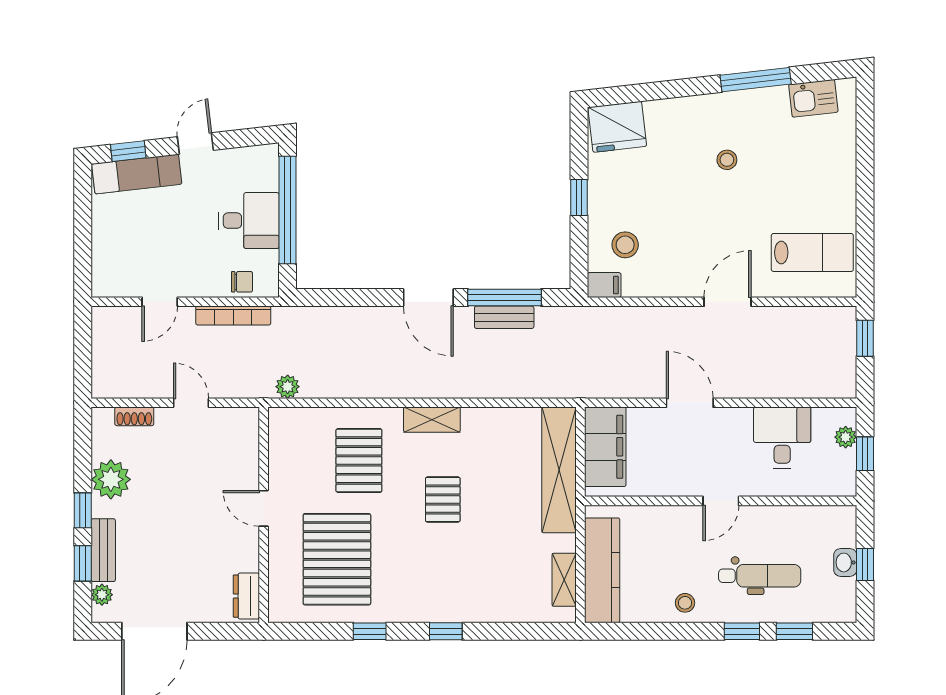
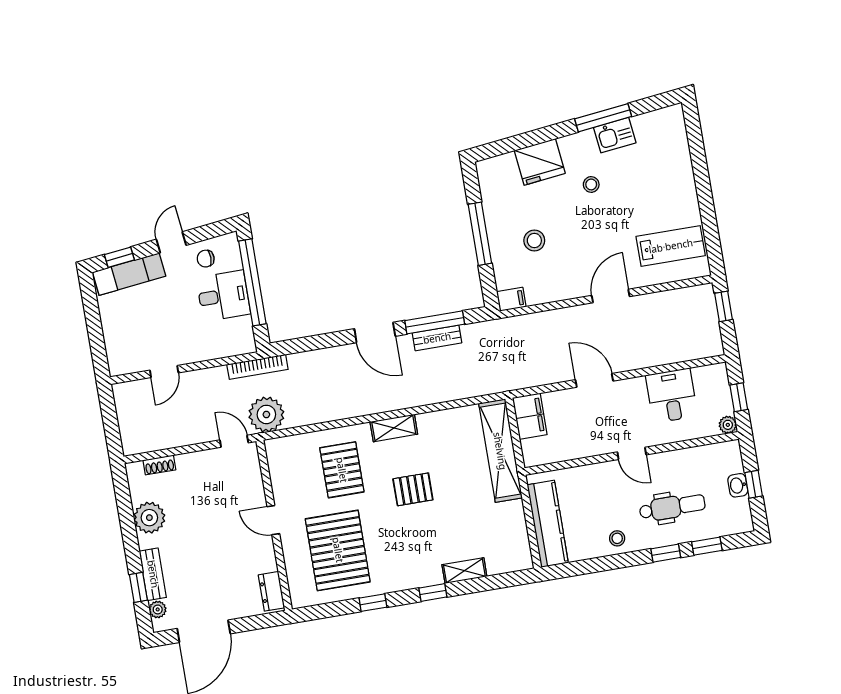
kitchen sink: (813, 98) -> (615, 135), moved
fridge: (617, 127) -> (540, 162), moved
window: (579, 197) -> (480, 234), width x2.17
stool: (625, 245) -> (534, 241), moved
chair: (242, 282) -> (206, 259), moved, turned 180
bookcase: (233, 316) -> (257, 367), moved
plant: (288, 387) -> (266, 414), width x1.88, depth x1.88
door: (191, 403) -> (234, 441), moved
plant: (846, 437) -> (728, 425), moved
filing cabinet: (605, 447) -> (530, 416), width x0.67, depth x0.86
pallet: (443, 499) -> (413, 489), turned 90
door: (721, 501) -> (632, 453), hinge flipped
window: (83, 510) -> (131, 546), removed
shelving: (564, 580) -> (464, 571), moved, turned 90

